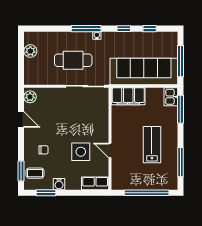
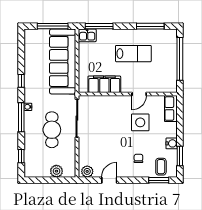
window: (150, 29) -> (21, 156), moved
plant: (30, 51) -> (56, 171), moved
filing cabinet: (128, 96) -> (104, 84), moved, turned -90
lab bench: (152, 145) -> (133, 54), turned 180

